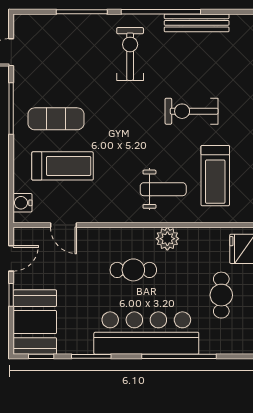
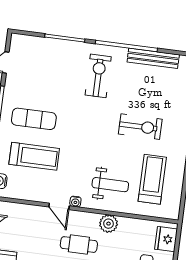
exercise bike: (192, 111) -> (140, 127), turned 180
treadmill: (215, 176) -> (152, 179), turned 180
water cooler: (122, 216) -> (75, 202), added
door: (64, 225) -> (59, 206), moved

